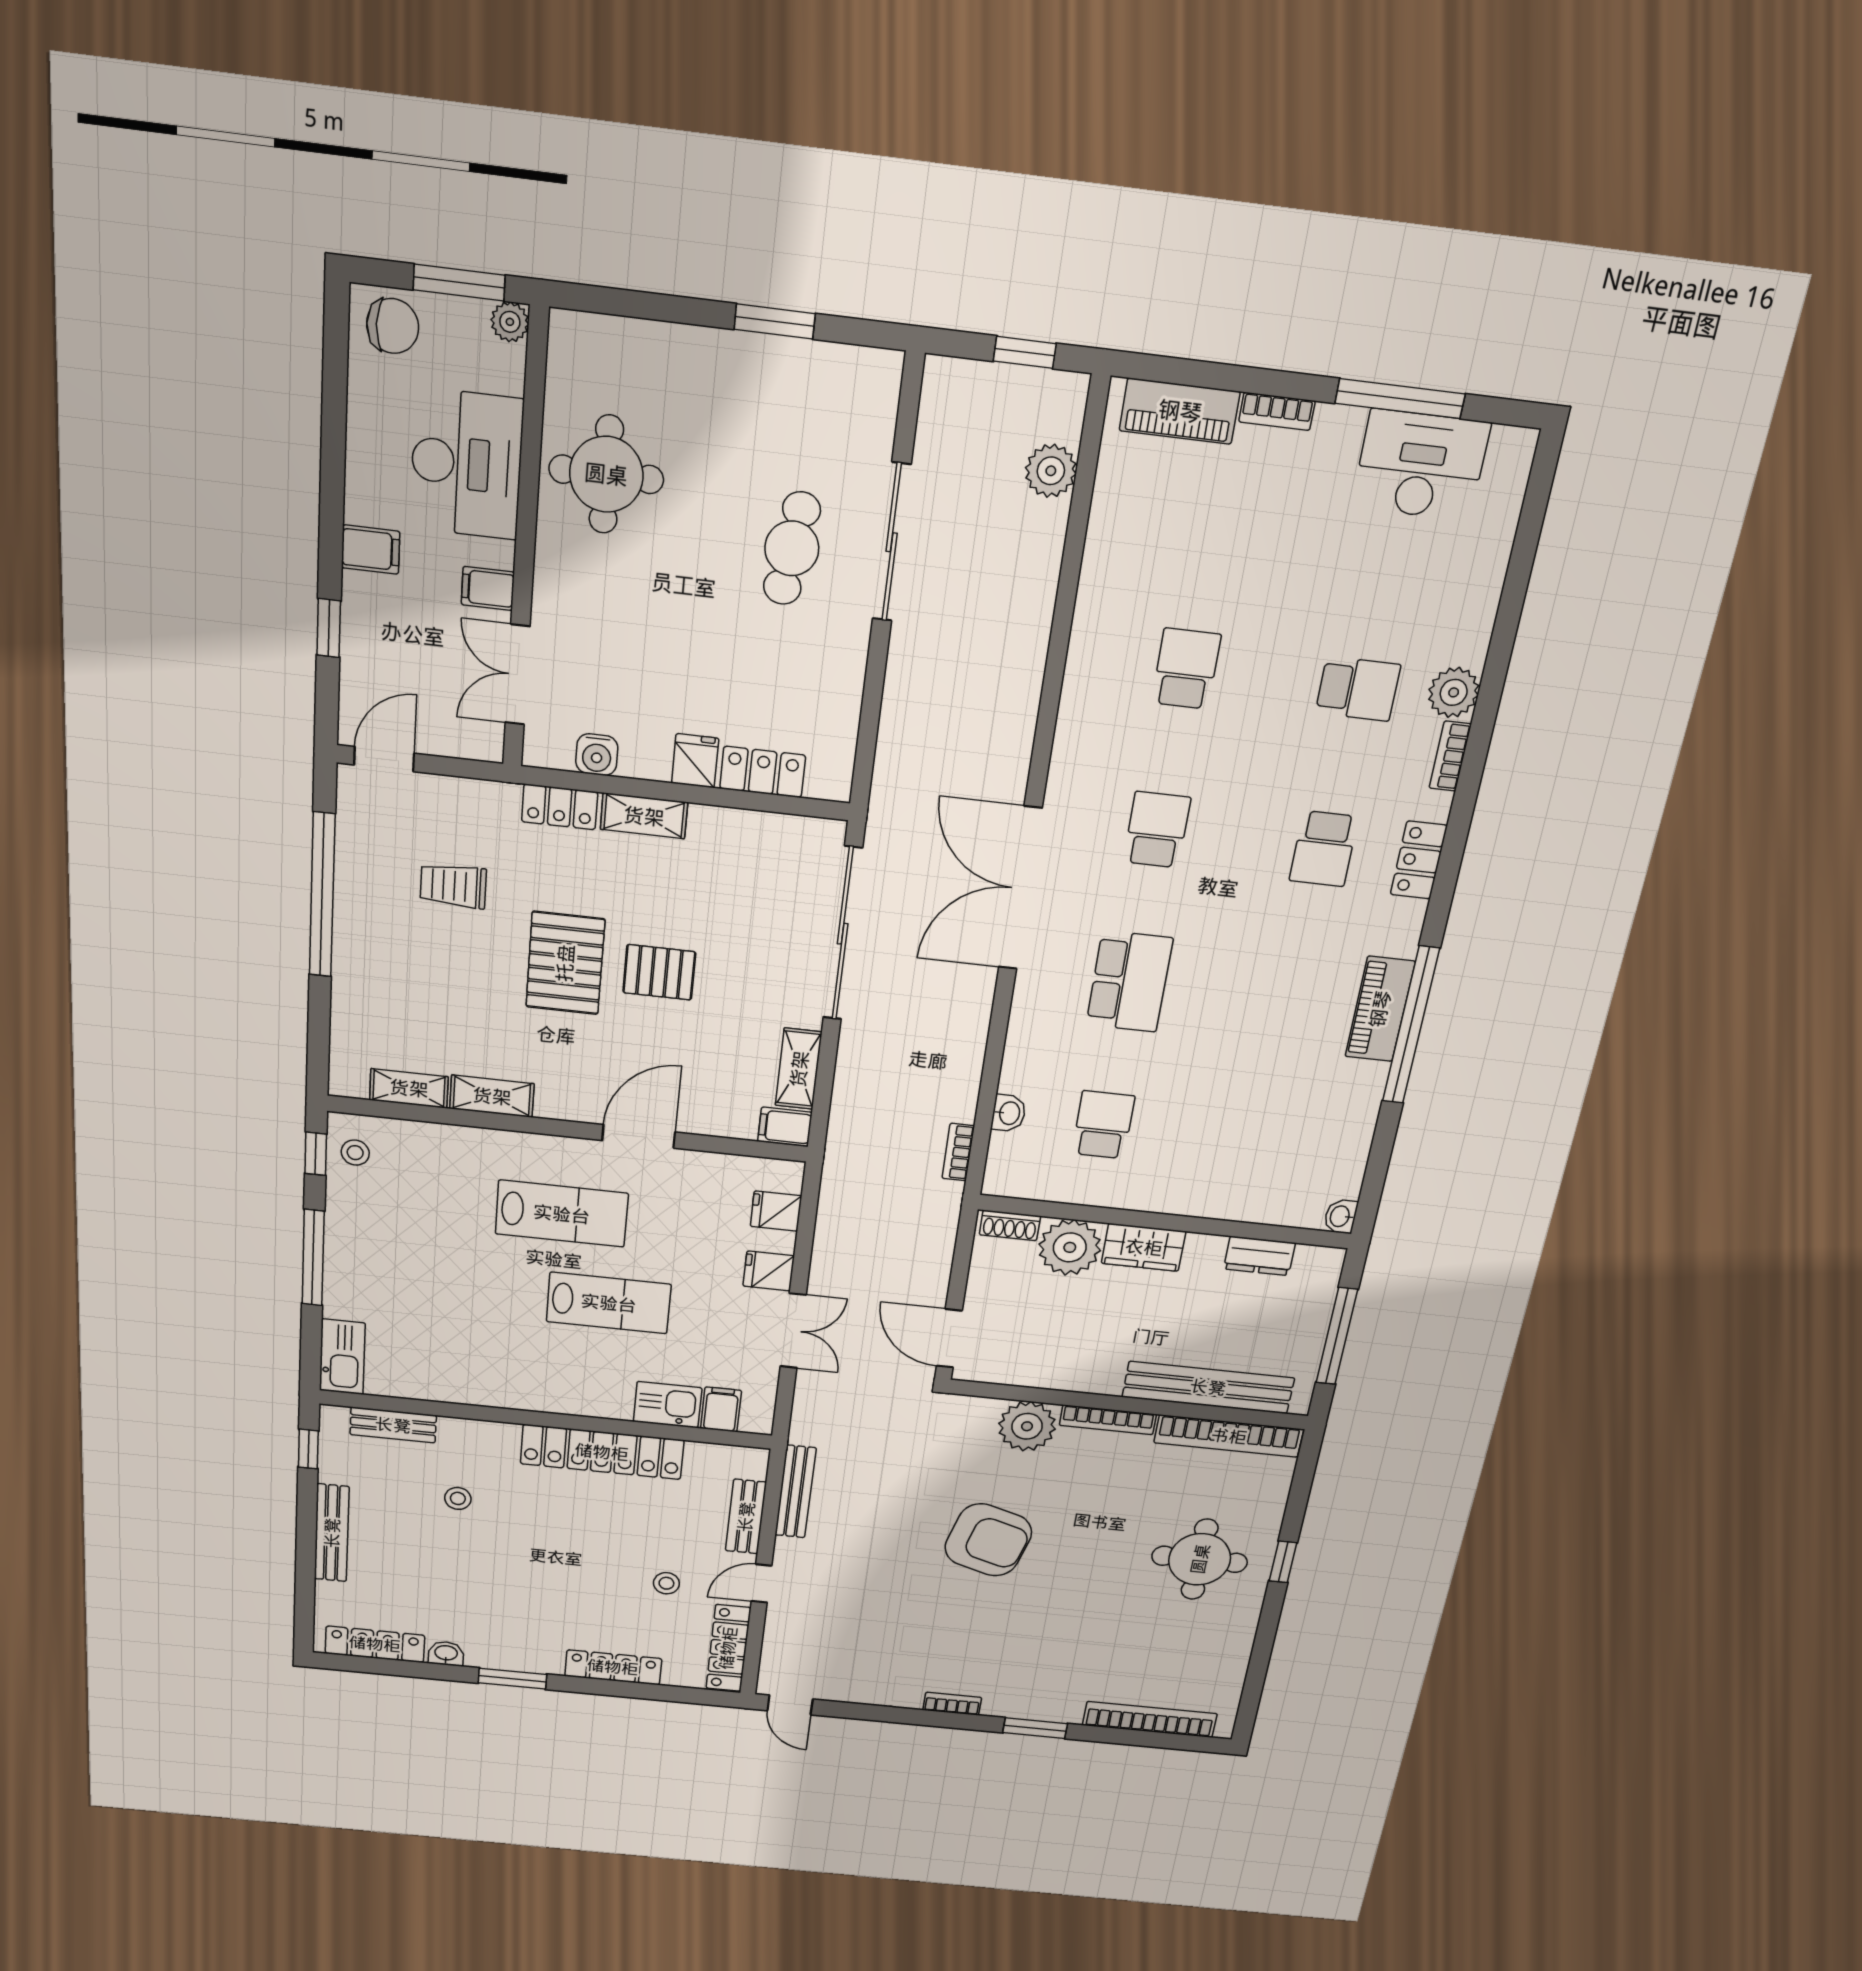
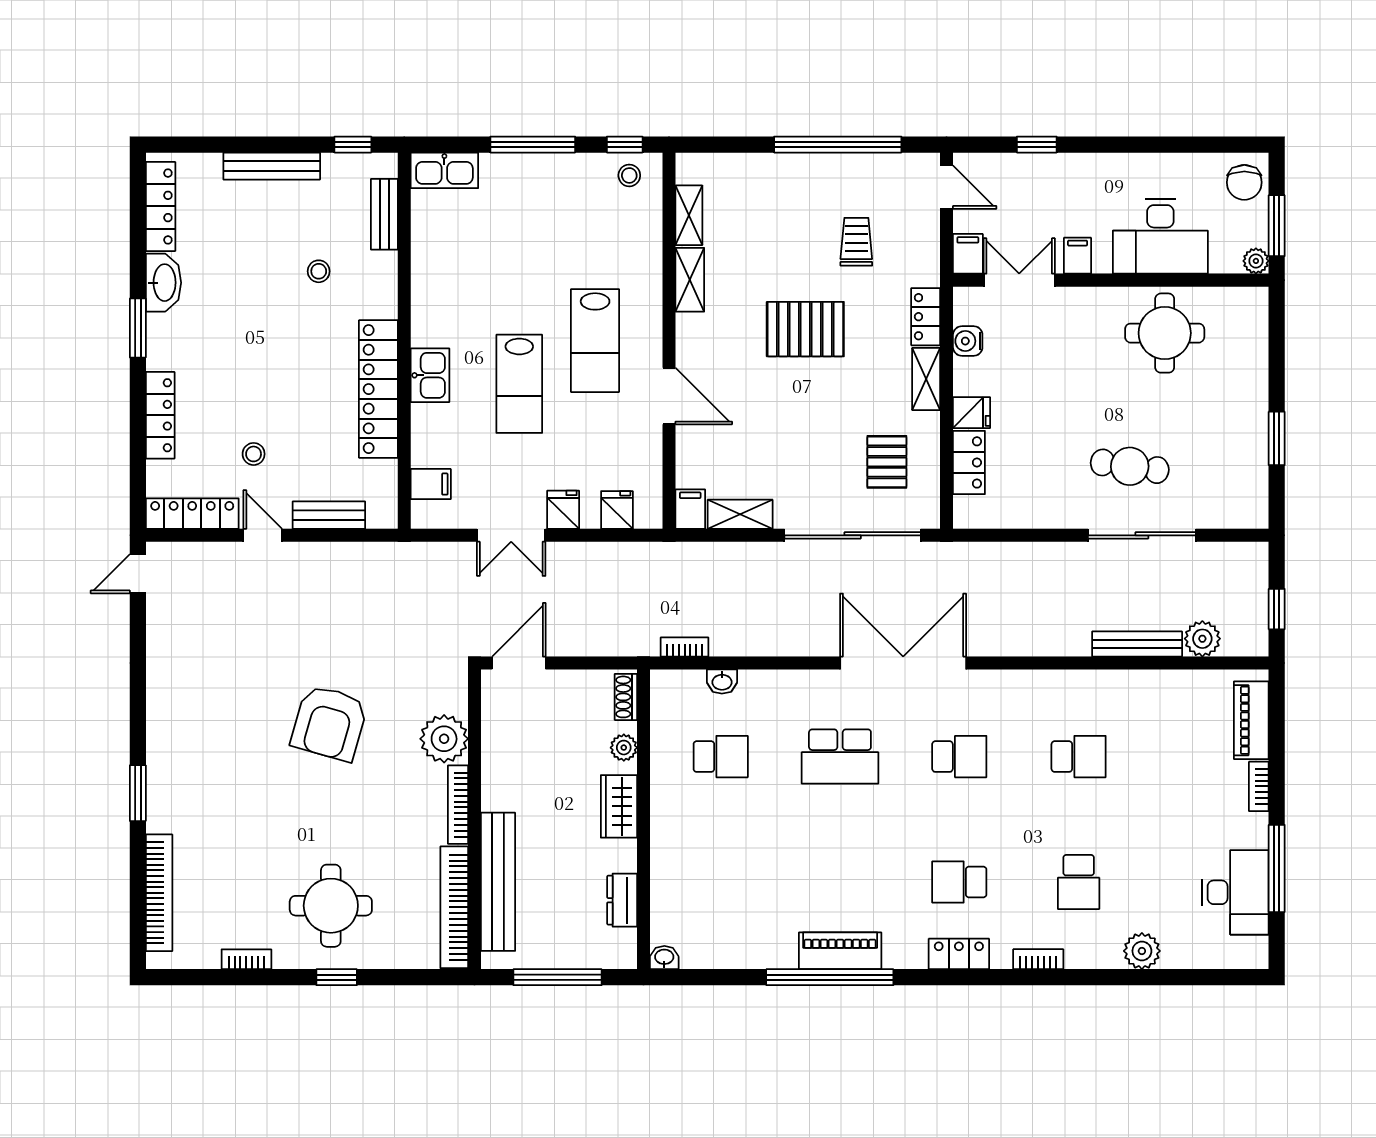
filing cabinet: (371, 550) -> (968, 254), moved, turned 180
plant: (1454, 692) -> (1142, 951), moved
pallet: (659, 972) -> (887, 462), moved
plant: (1070, 1247) -> (624, 748), width x0.53, depth x0.53
kitchen sink: (668, 1405) -> (430, 375), moved
bench: (796, 1492) -> (1137, 644), moved
washbasin: (446, 1653) -> (164, 283), width x1.91, depth x1.45
bookcase: (952, 1704) -> (246, 959), moved, turned -90

